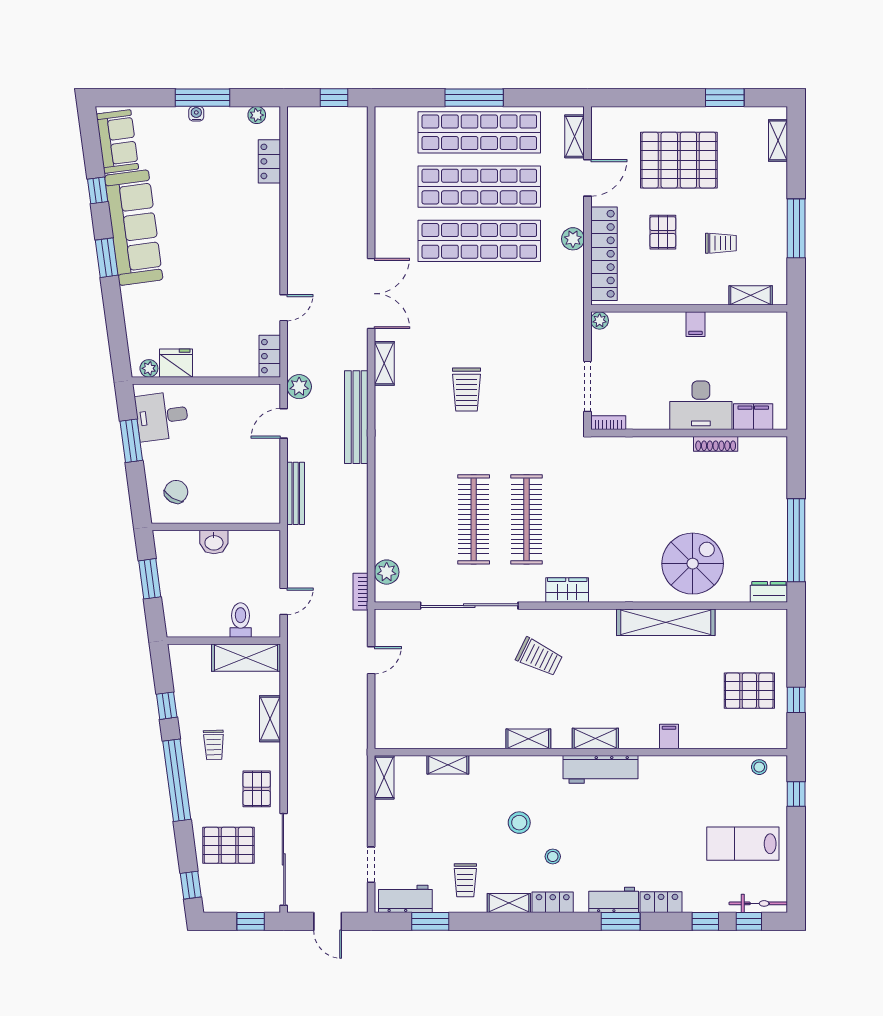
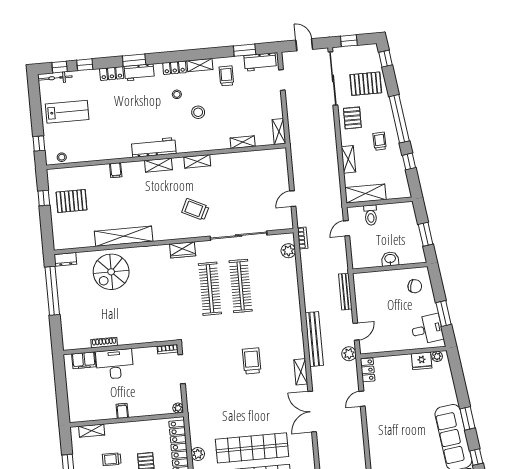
chair: (176, 492) -> (415, 286), turned -108

